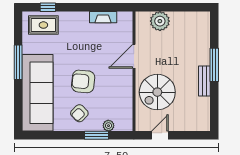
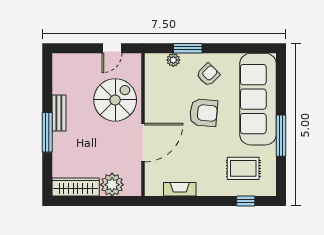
wardrobe: (190, 19) -> (76, 187), added
rug: (43, 25) -> (243, 168), moved
door: (134, 56) -> (143, 143), width x1.36

